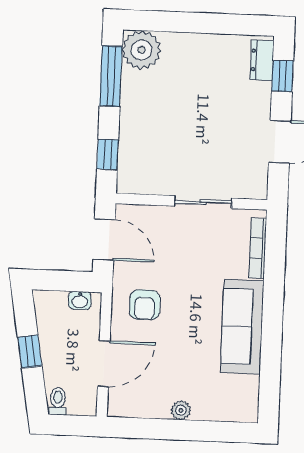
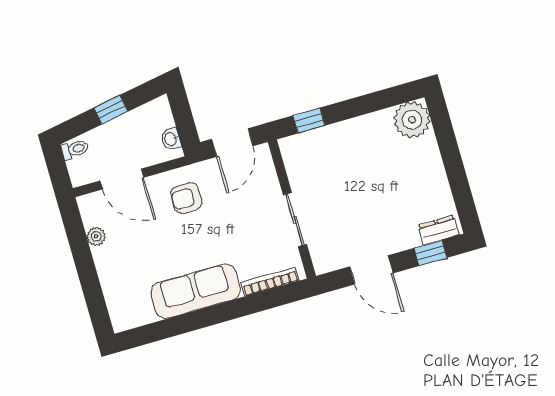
window: (111, 76) -> (380, 100), removed
plant: (181, 410) -> (96, 236), moved

